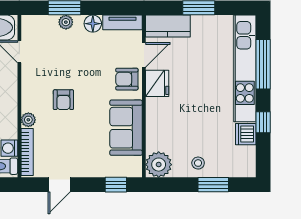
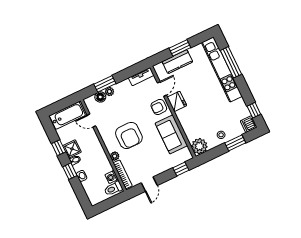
floor lamp: (93, 24) -> (100, 97), moved
kitchen counter: (168, 26) -> (177, 62), moved
armchair: (63, 100) -> (129, 135), width x1.88, depth x1.88
window: (263, 122) -> (254, 110), moved
dishwasher: (246, 134) -> (249, 124), moved

